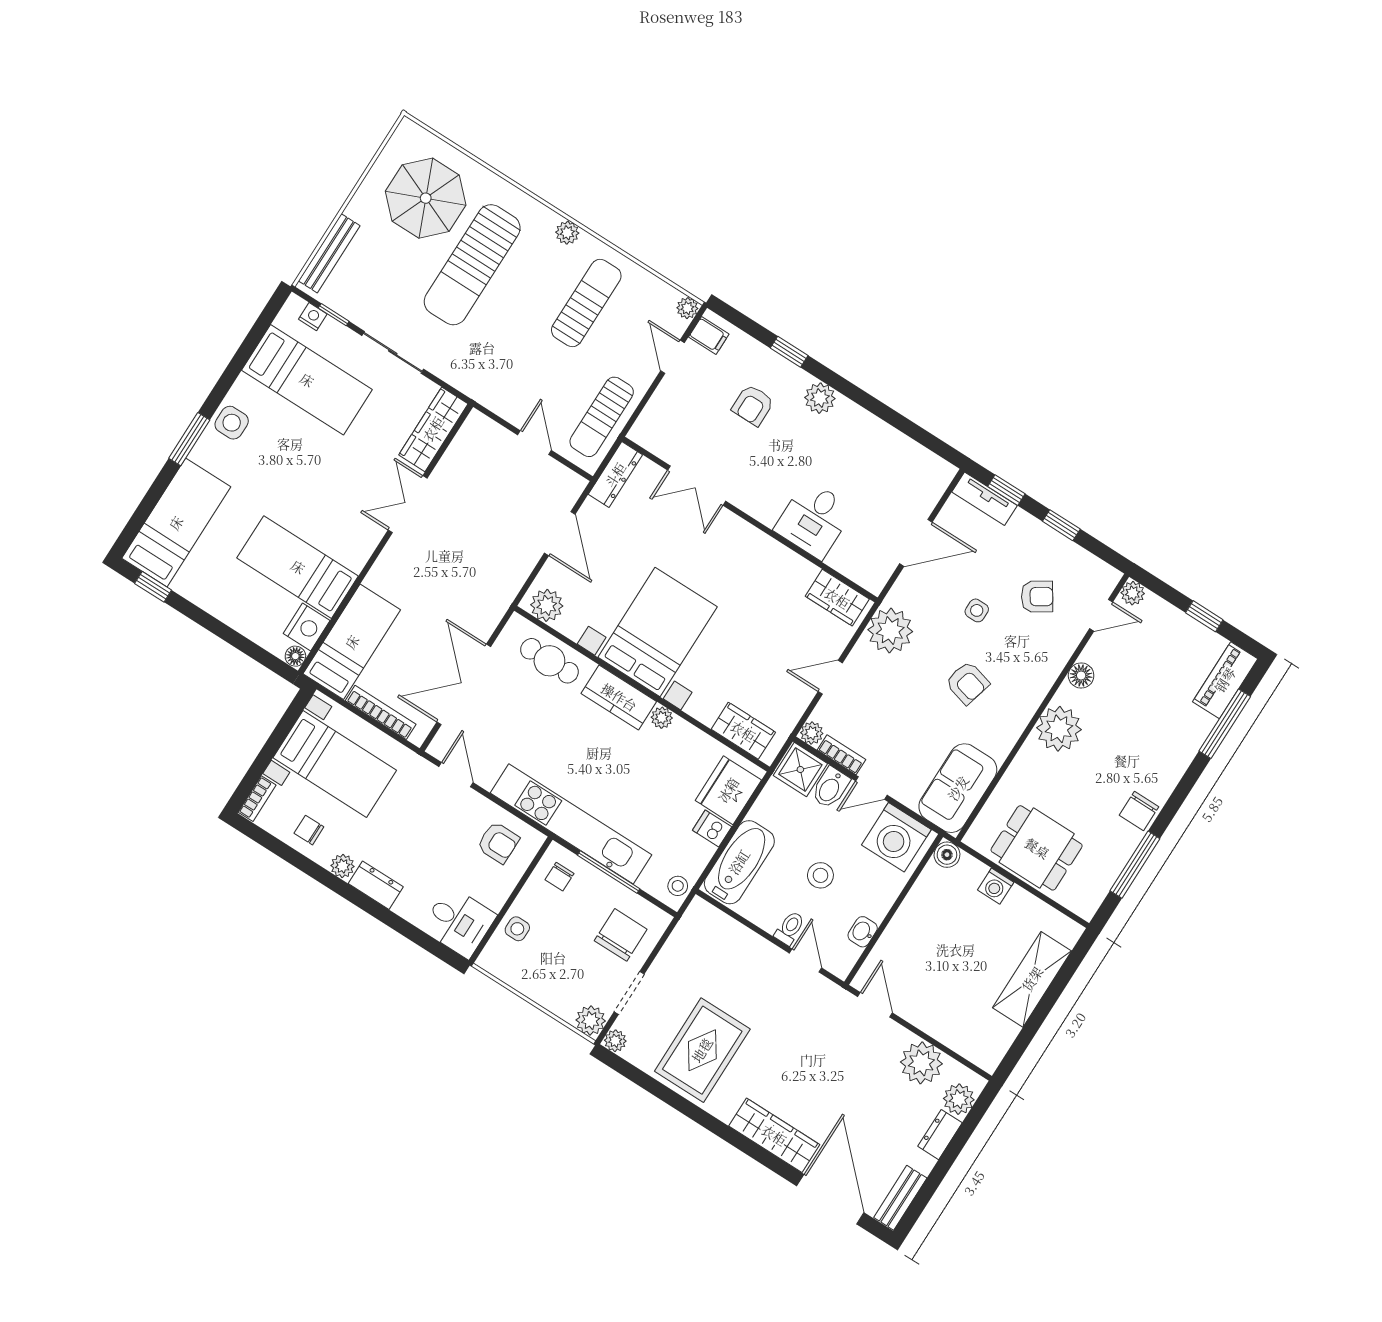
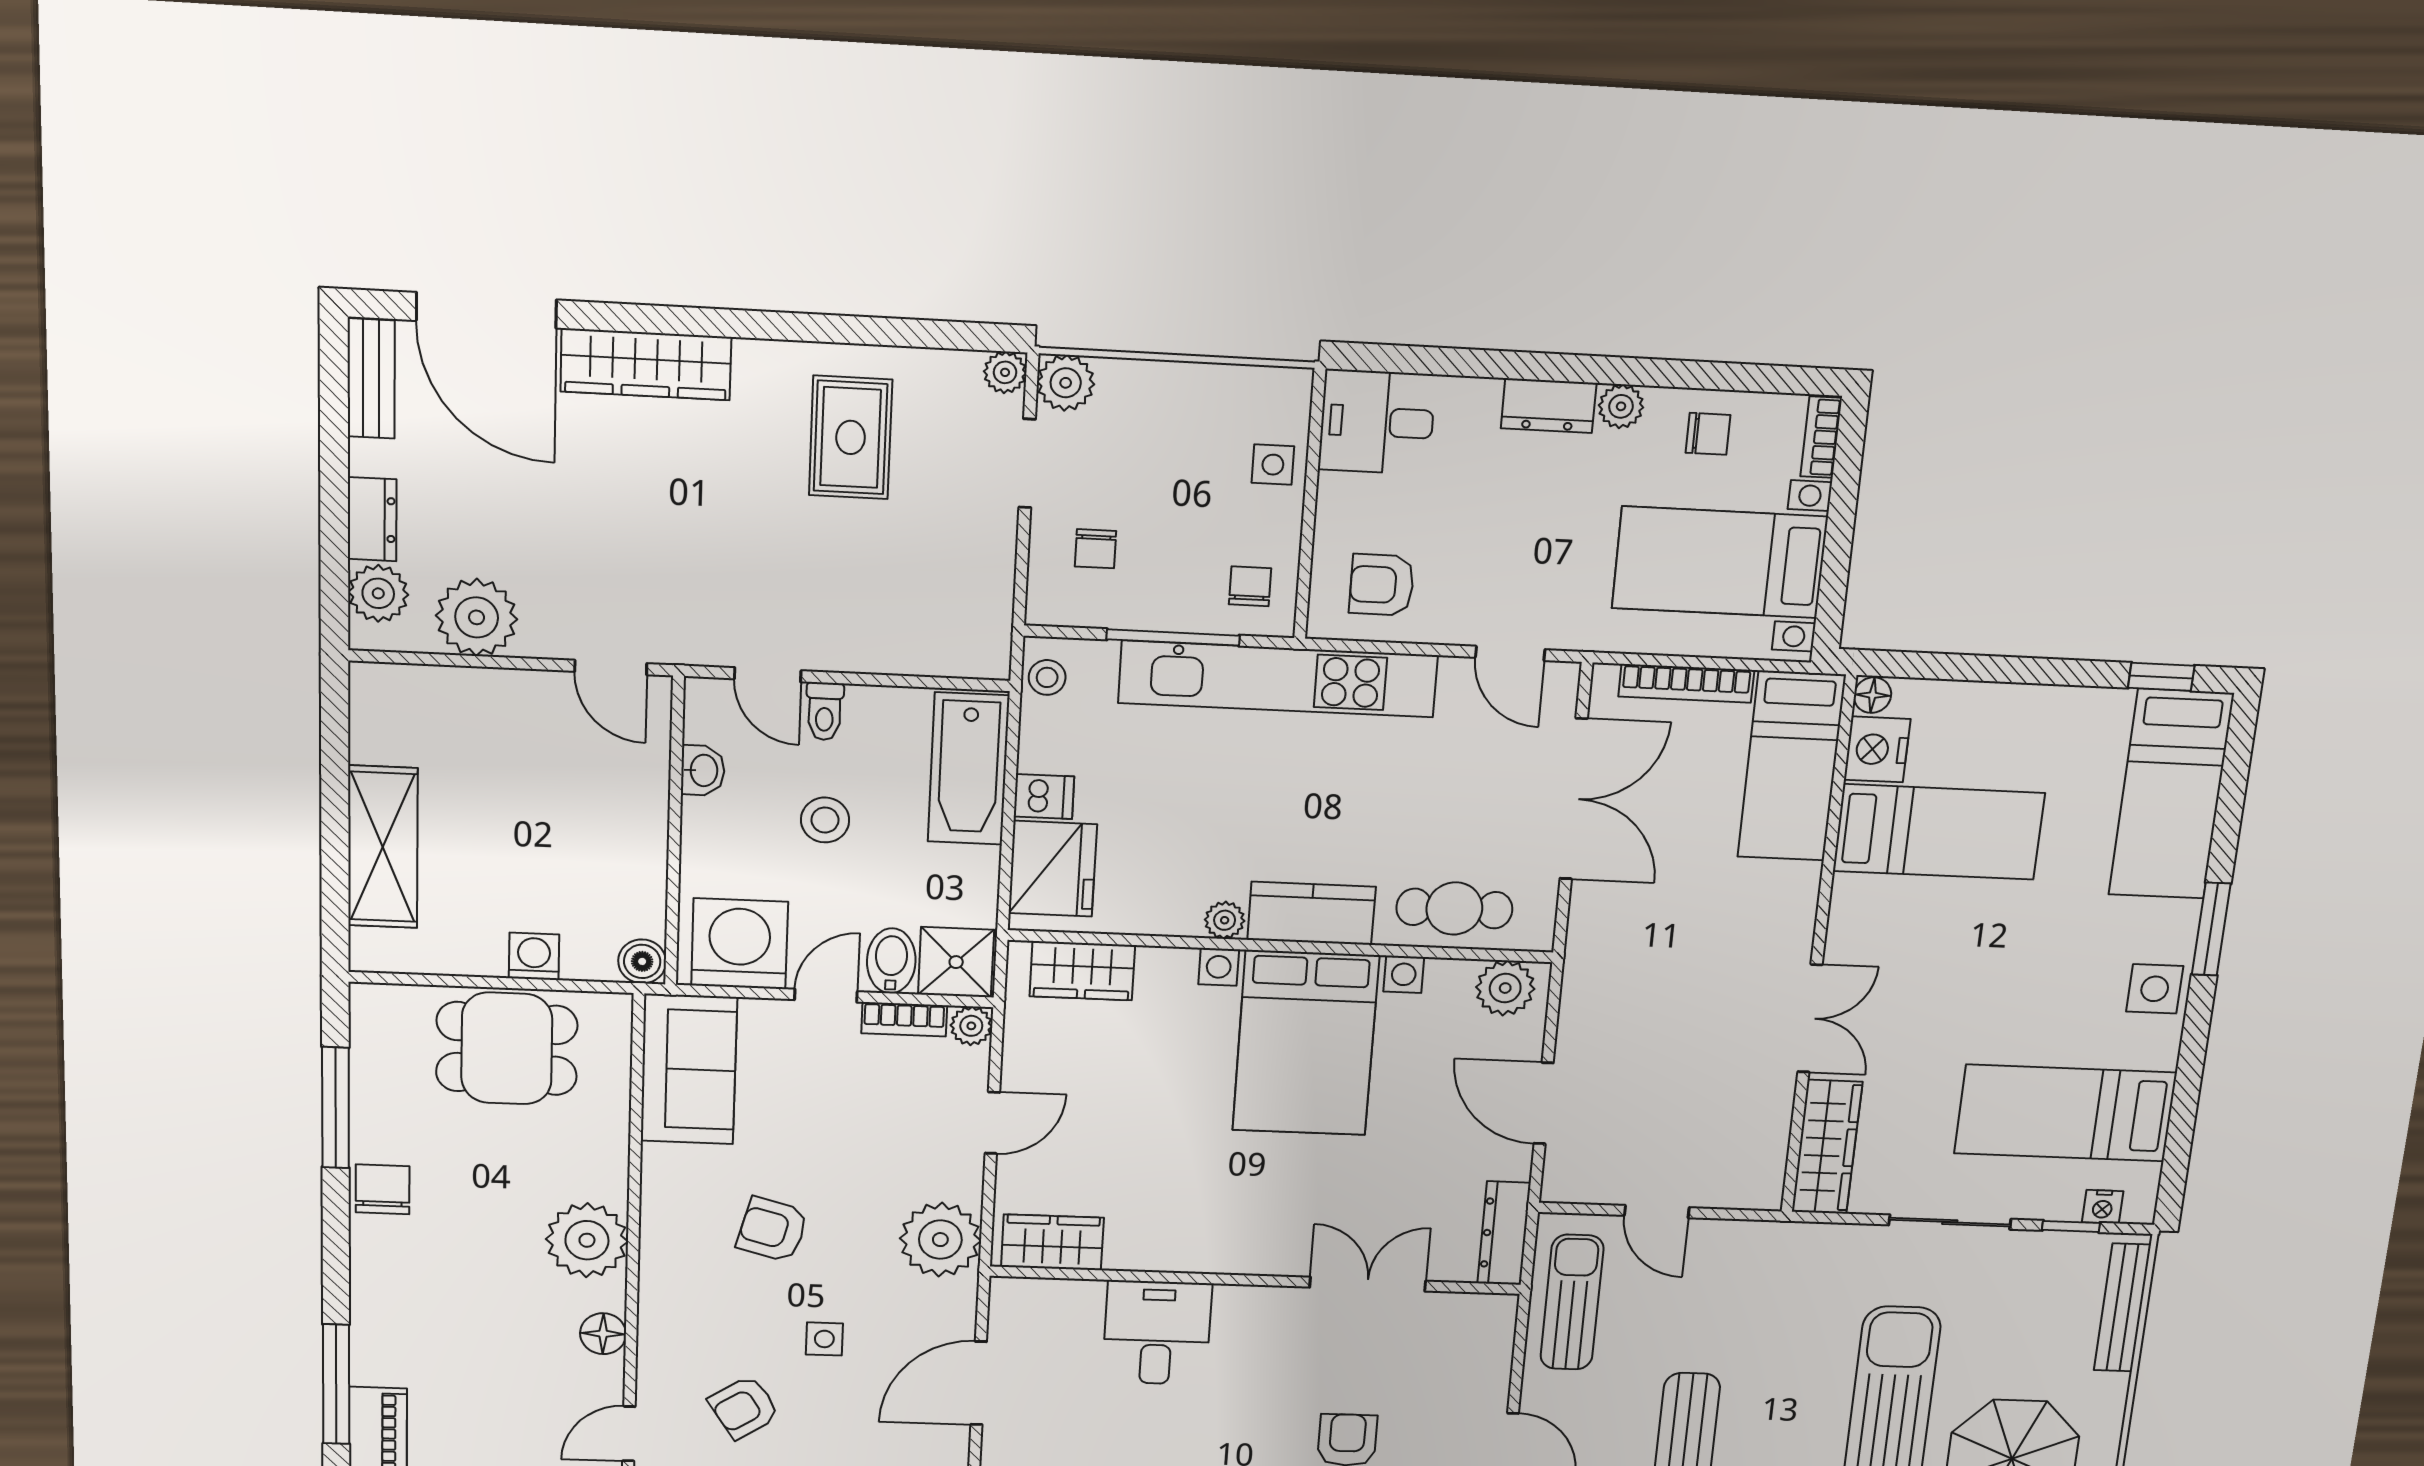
chair: (621, 935) -> (1095, 549), width x0.54, depth x0.54
rug: (702, 1050) -> (851, 437), width x0.73, depth x0.70

